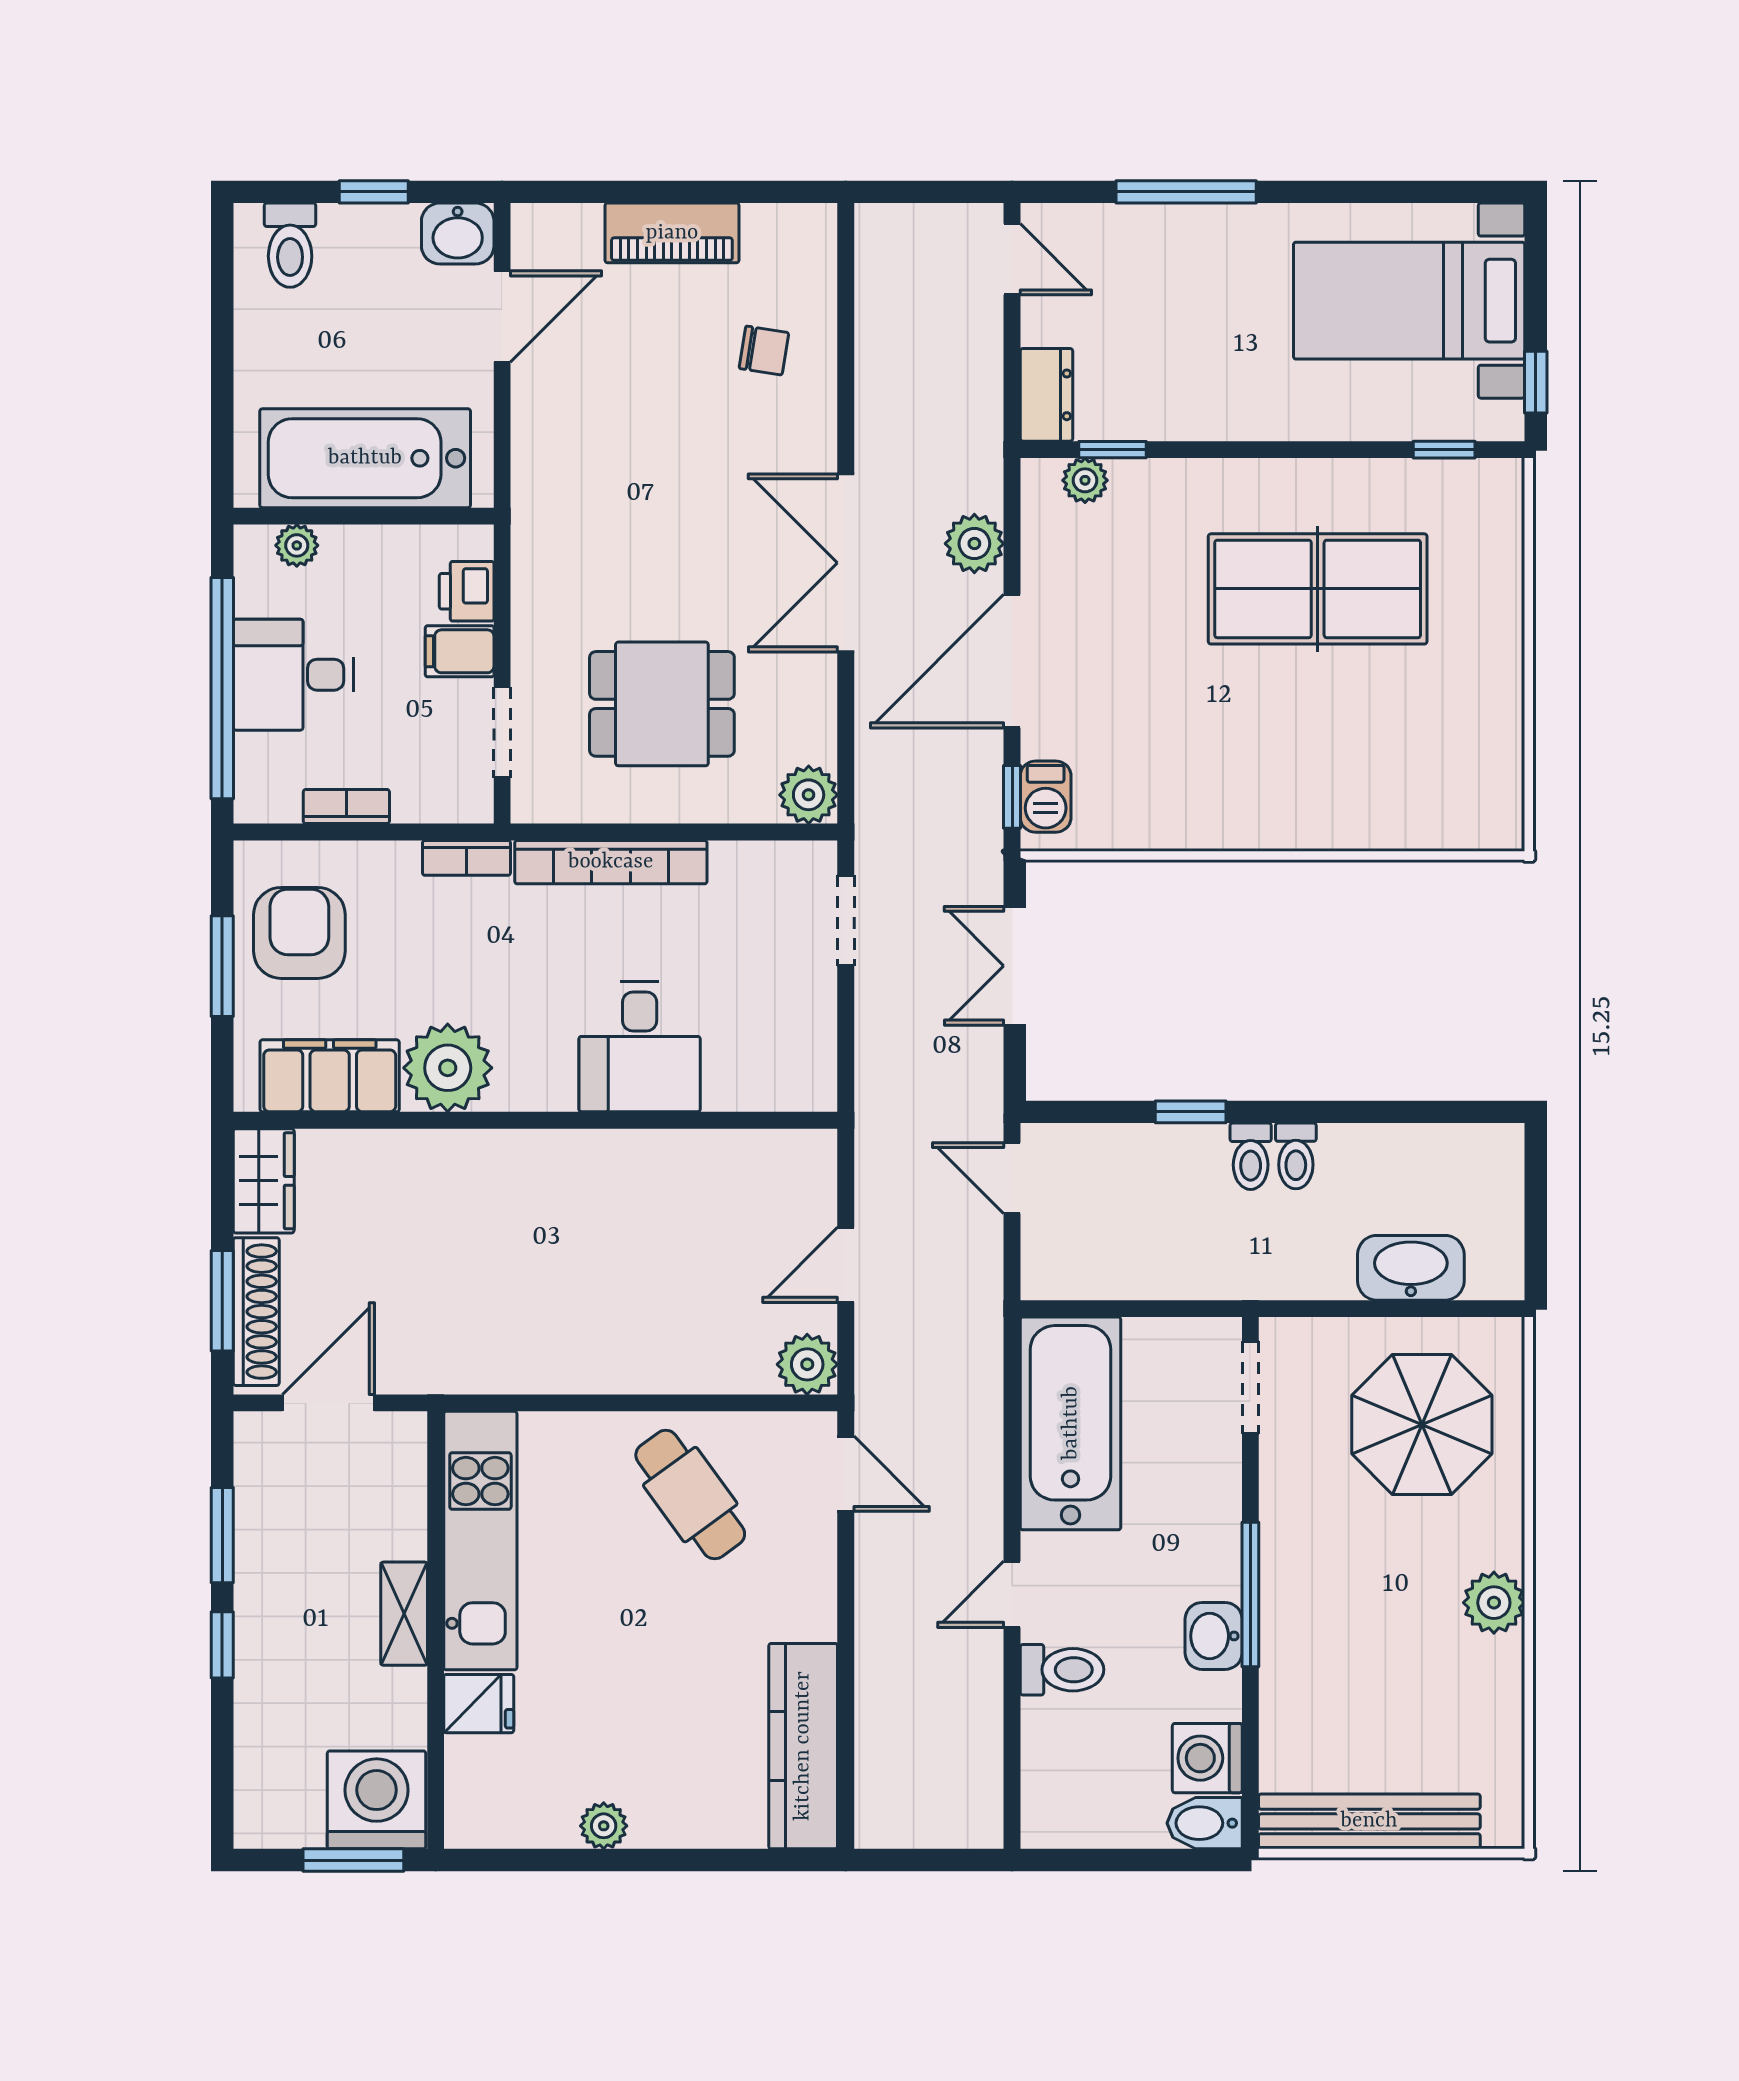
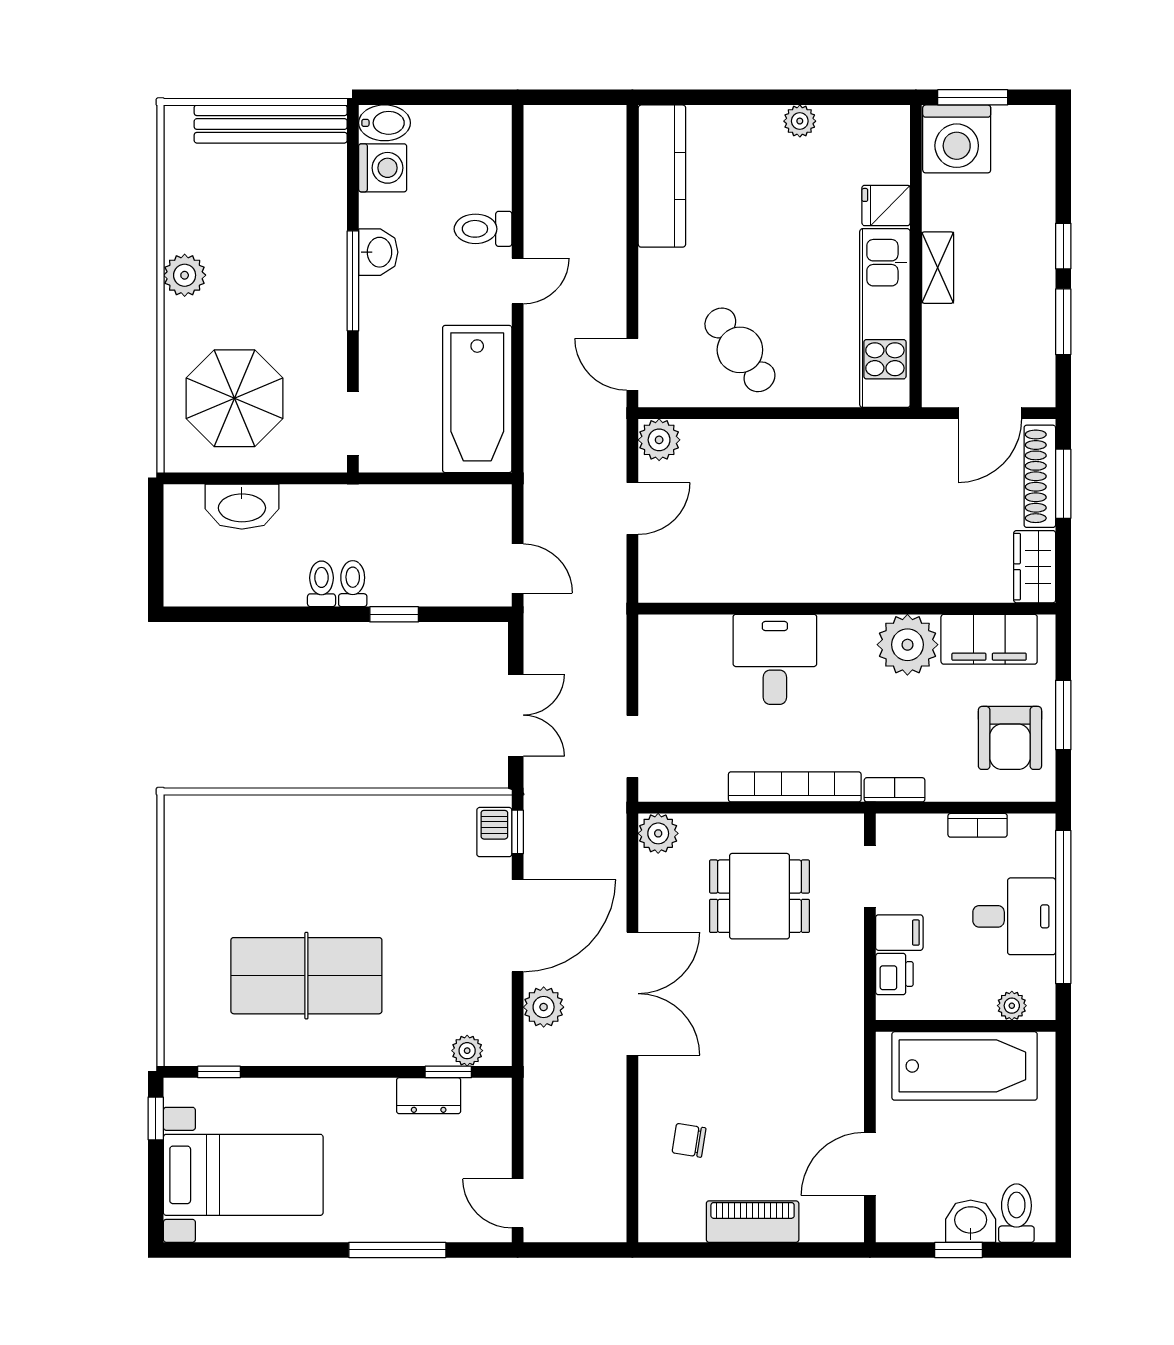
washbasin: (458, 234) -> (971, 1221), moved
dresser: (1046, 395) -> (429, 1096), moved, turned -90

